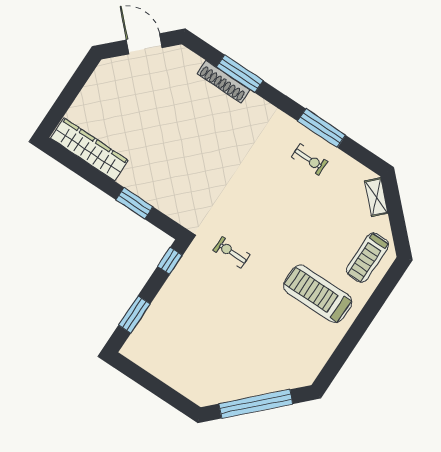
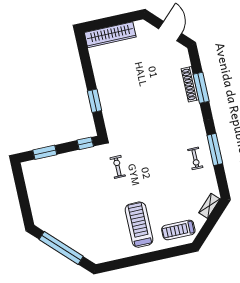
wardrobe: (89, 149) -> (110, 35), moved, turned 90

